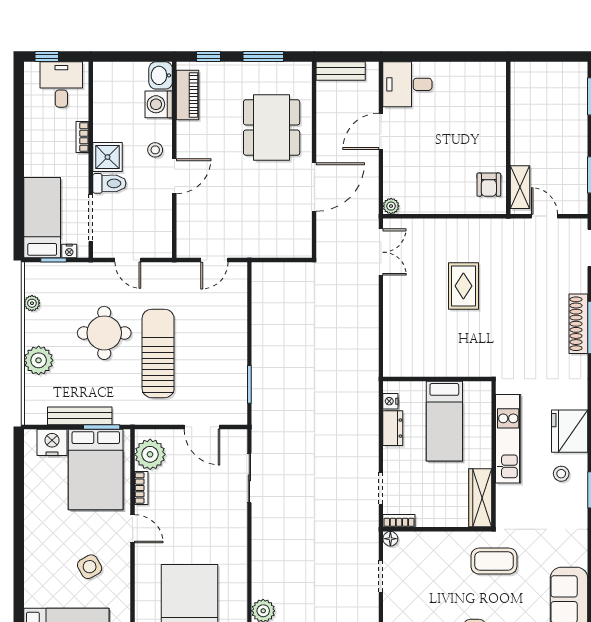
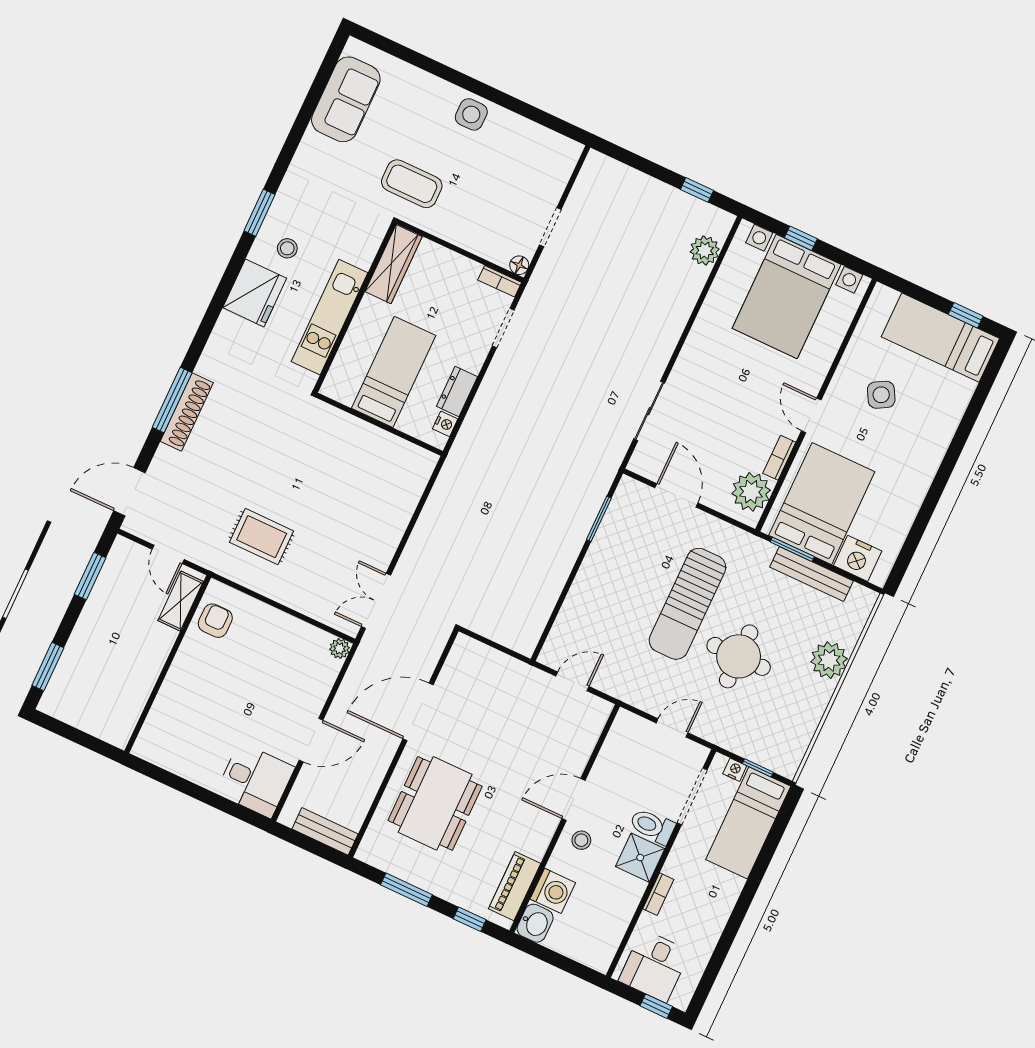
door: (128, 260) -> (672, 728), hinge flipped
rug: (463, 286) -> (262, 537), moved, turned 90
plant: (32, 303) -> (806, 730), removed

